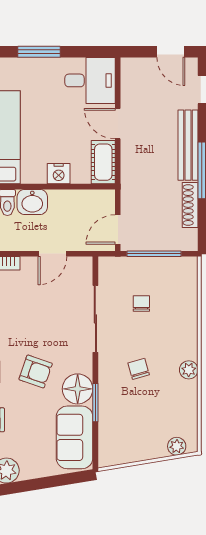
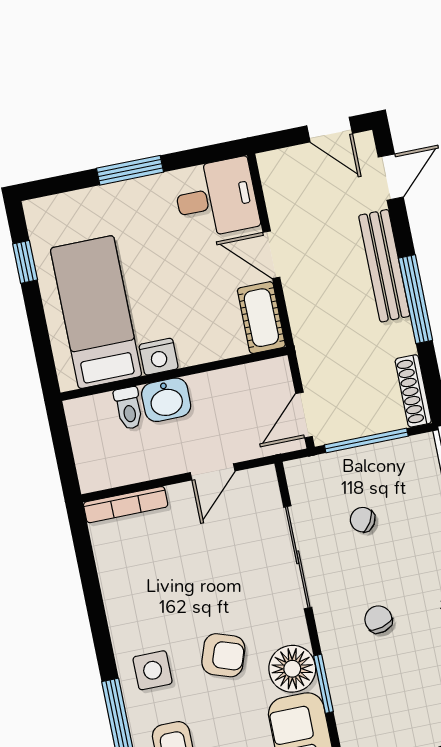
nightstand: (59, 174) -> (159, 357), moved
shoe rack: (190, 205) -> (413, 391), moved
chair: (141, 303) -> (363, 520), turned -59

